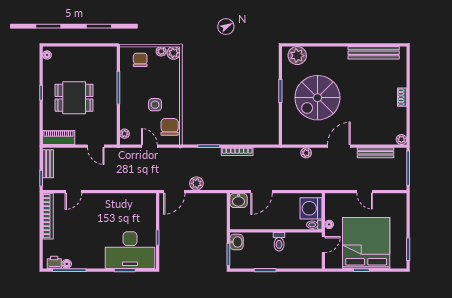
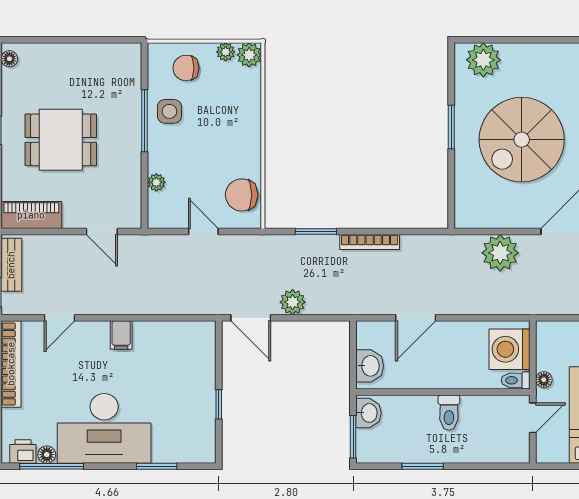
chair: (140, 60) -> (186, 68), turned -90
side table: (155, 105) -> (169, 111), moved
chair: (170, 127) -> (242, 195), turned -90
plant: (125, 134) -> (156, 182), moved
plant: (306, 153) -> (500, 253), width x1.88, depth x1.88
door: (174, 192) -> (251, 318), hinge flipped
washbasin: (239, 200) -> (370, 366), moved, turned -90
filing cabinet: (106, 201) -> (121, 335), added
desk: (130, 250) -> (104, 428), moved

